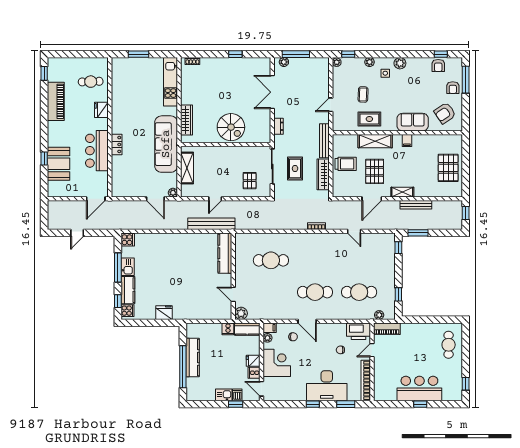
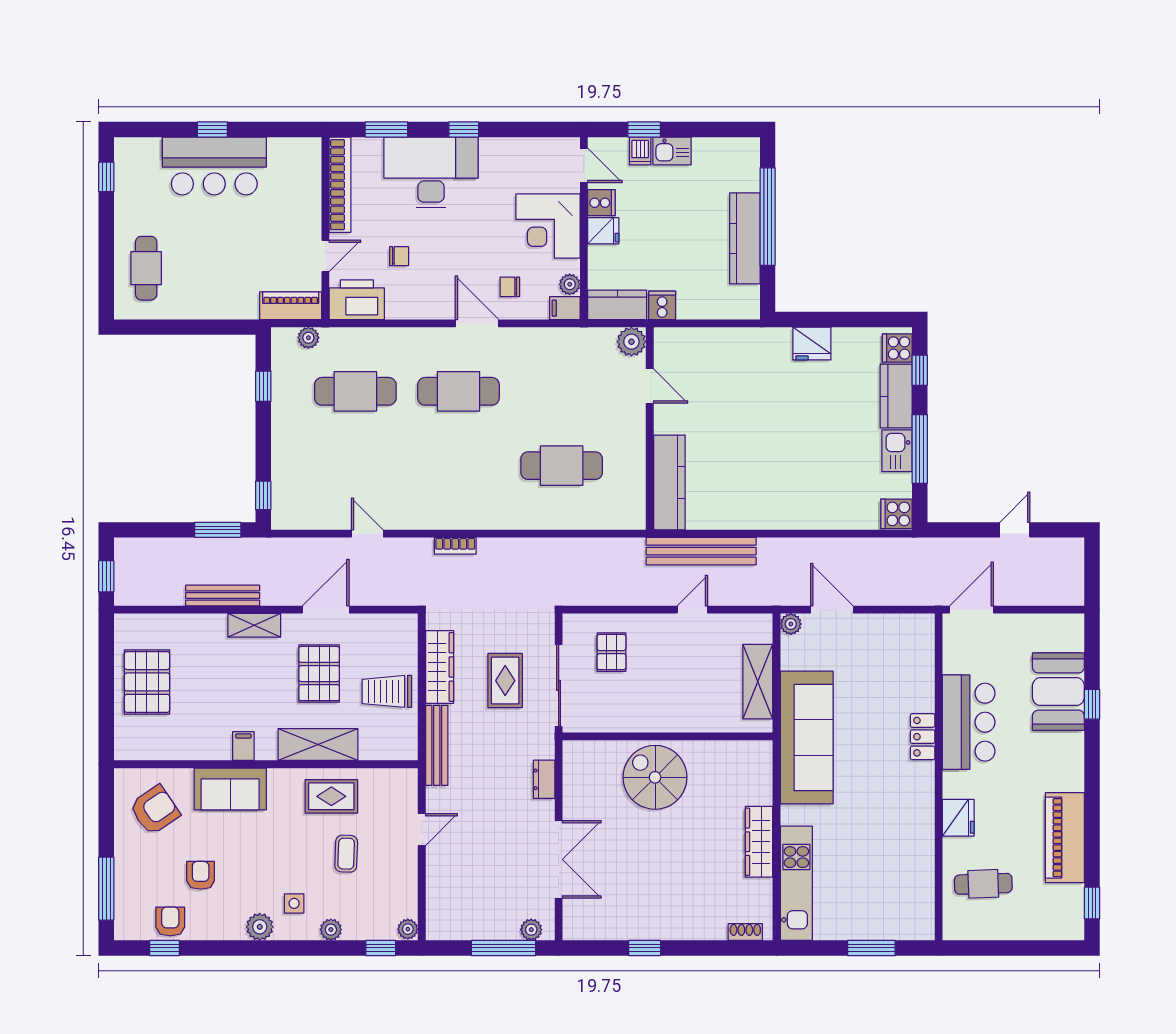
armchair: (453, 88) -> (201, 875), moved
wardrobe: (187, 120) -> (759, 842), moved

